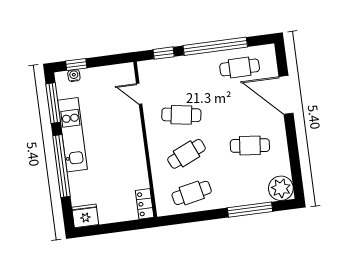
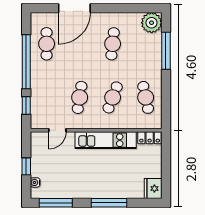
window: (76, 65) -> (26, 166), moved
kitchen unit: (73, 135) -> (106, 140), moved, turned 180
cafe table: (187, 154) -> (113, 97), turned 45
window: (61, 166) -> (109, 203), width x0.68

